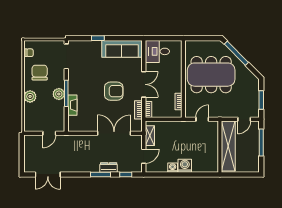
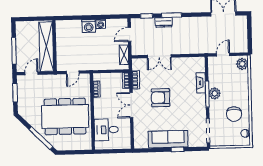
sofa: (122, 49) -> (168, 139), moved
desk: (157, 51) -> (106, 130), moved, turned 180
plant: (30, 96) -> (242, 64), moved
double door: (114, 133) -> (159, 56), width x0.73

